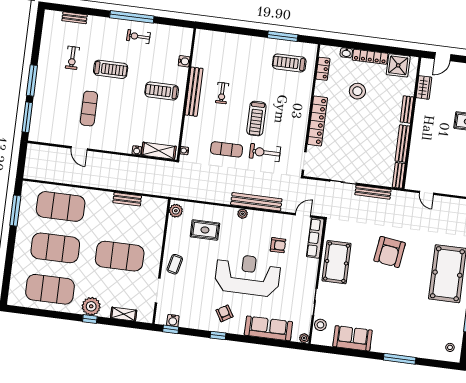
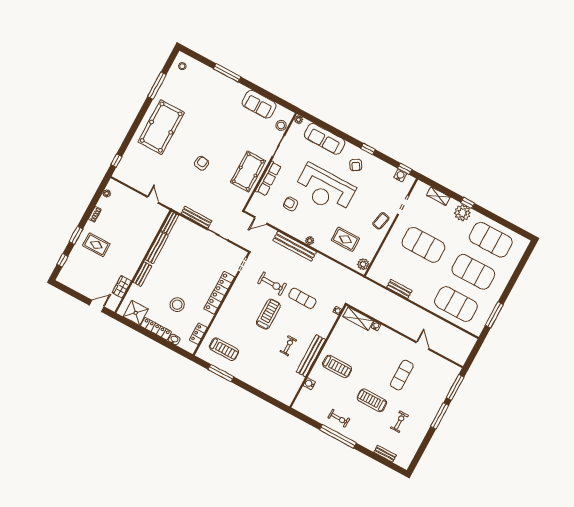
row of seats: (315, 238) -> (268, 179), moved
armchair: (390, 252) -> (202, 163), width x0.53, depth x0.53

